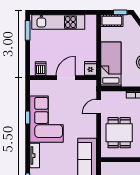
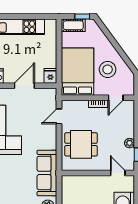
bed: (111, 64) -> (77, 72), width x1.50
dining table: (119, 133) -> (81, 144), turned 90

